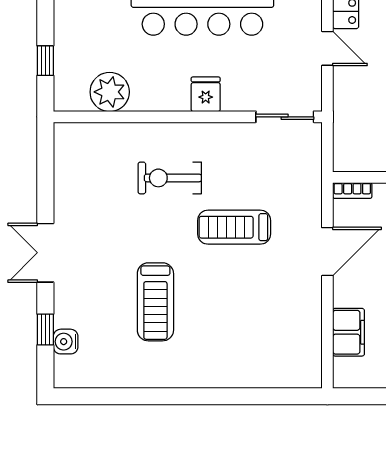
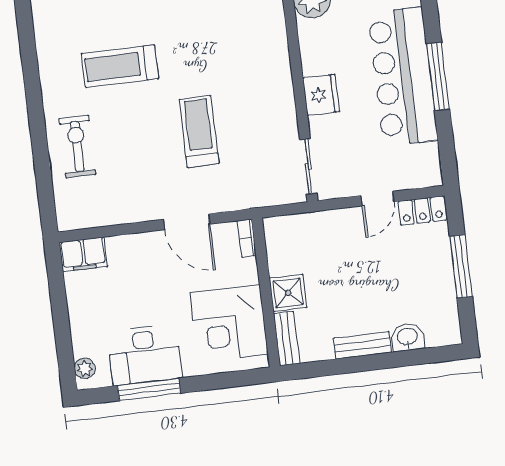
fridge: (206, 94) -> (321, 95), width x1.38
exercise bike: (170, 178) -> (77, 146), moved
filing cabinet: (349, 332) -> (83, 254), moved

